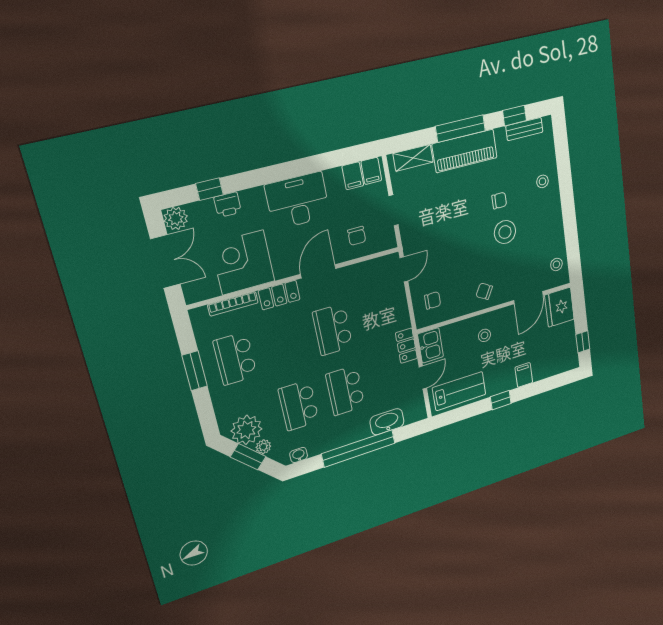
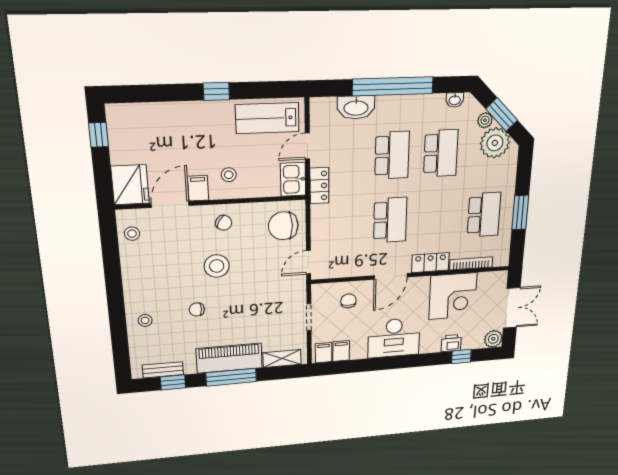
stool: (505, 232) -> (217, 266), moved
double door: (165, 262) -> (512, 308), swing flipped
chair: (433, 300) -> (283, 226), width x1.87, depth x1.87
filing cabinet: (524, 375) -> (198, 188), moved, turned 180

